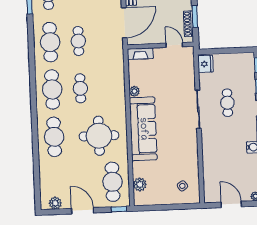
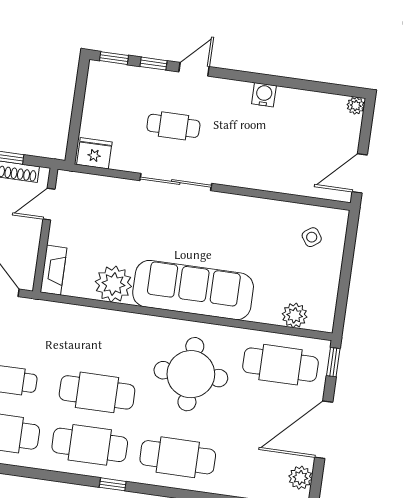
cafe table: (80, 88) -> (97, 392), width x1.37, depth x1.35
plant: (134, 91) -> (113, 284), width x1.87, depth x1.87
window: (34, 105) -> (113, 484), added
door: (231, 204) -> (360, 173), moved
door: (83, 211) -> (324, 430), width x1.36

